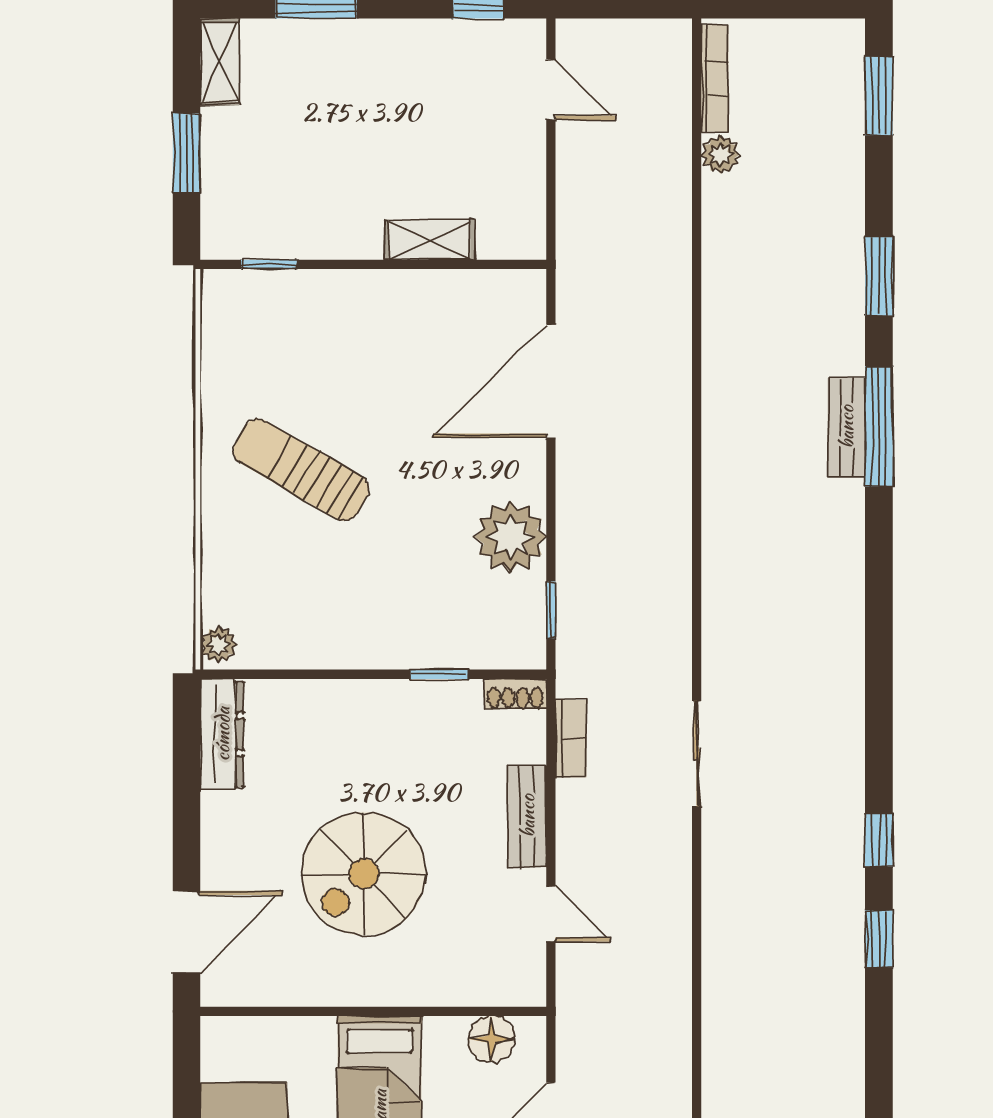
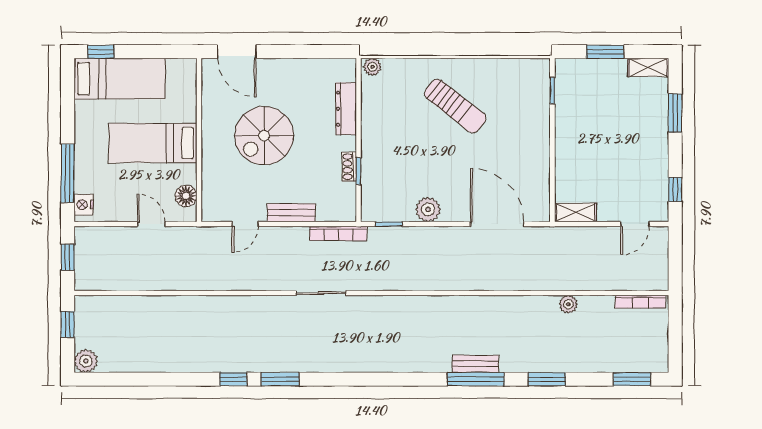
plant: (720, 154) -> (568, 304), moved
shelving: (429, 240) -> (576, 212), moved, turned 90
sun lounger: (301, 470) -> (455, 106), turned 98
plant: (510, 537) -> (428, 209), width x0.73, depth x0.73
shoe rack: (515, 694) -> (349, 167), moved
dresser: (222, 734) -> (346, 109), moved, turned 90
bookcase: (571, 739) -> (338, 234), width x1.56
window: (879, 840) -> (280, 379), width x1.50
spiral stairs: (364, 874) -> (264, 136), turned -90

